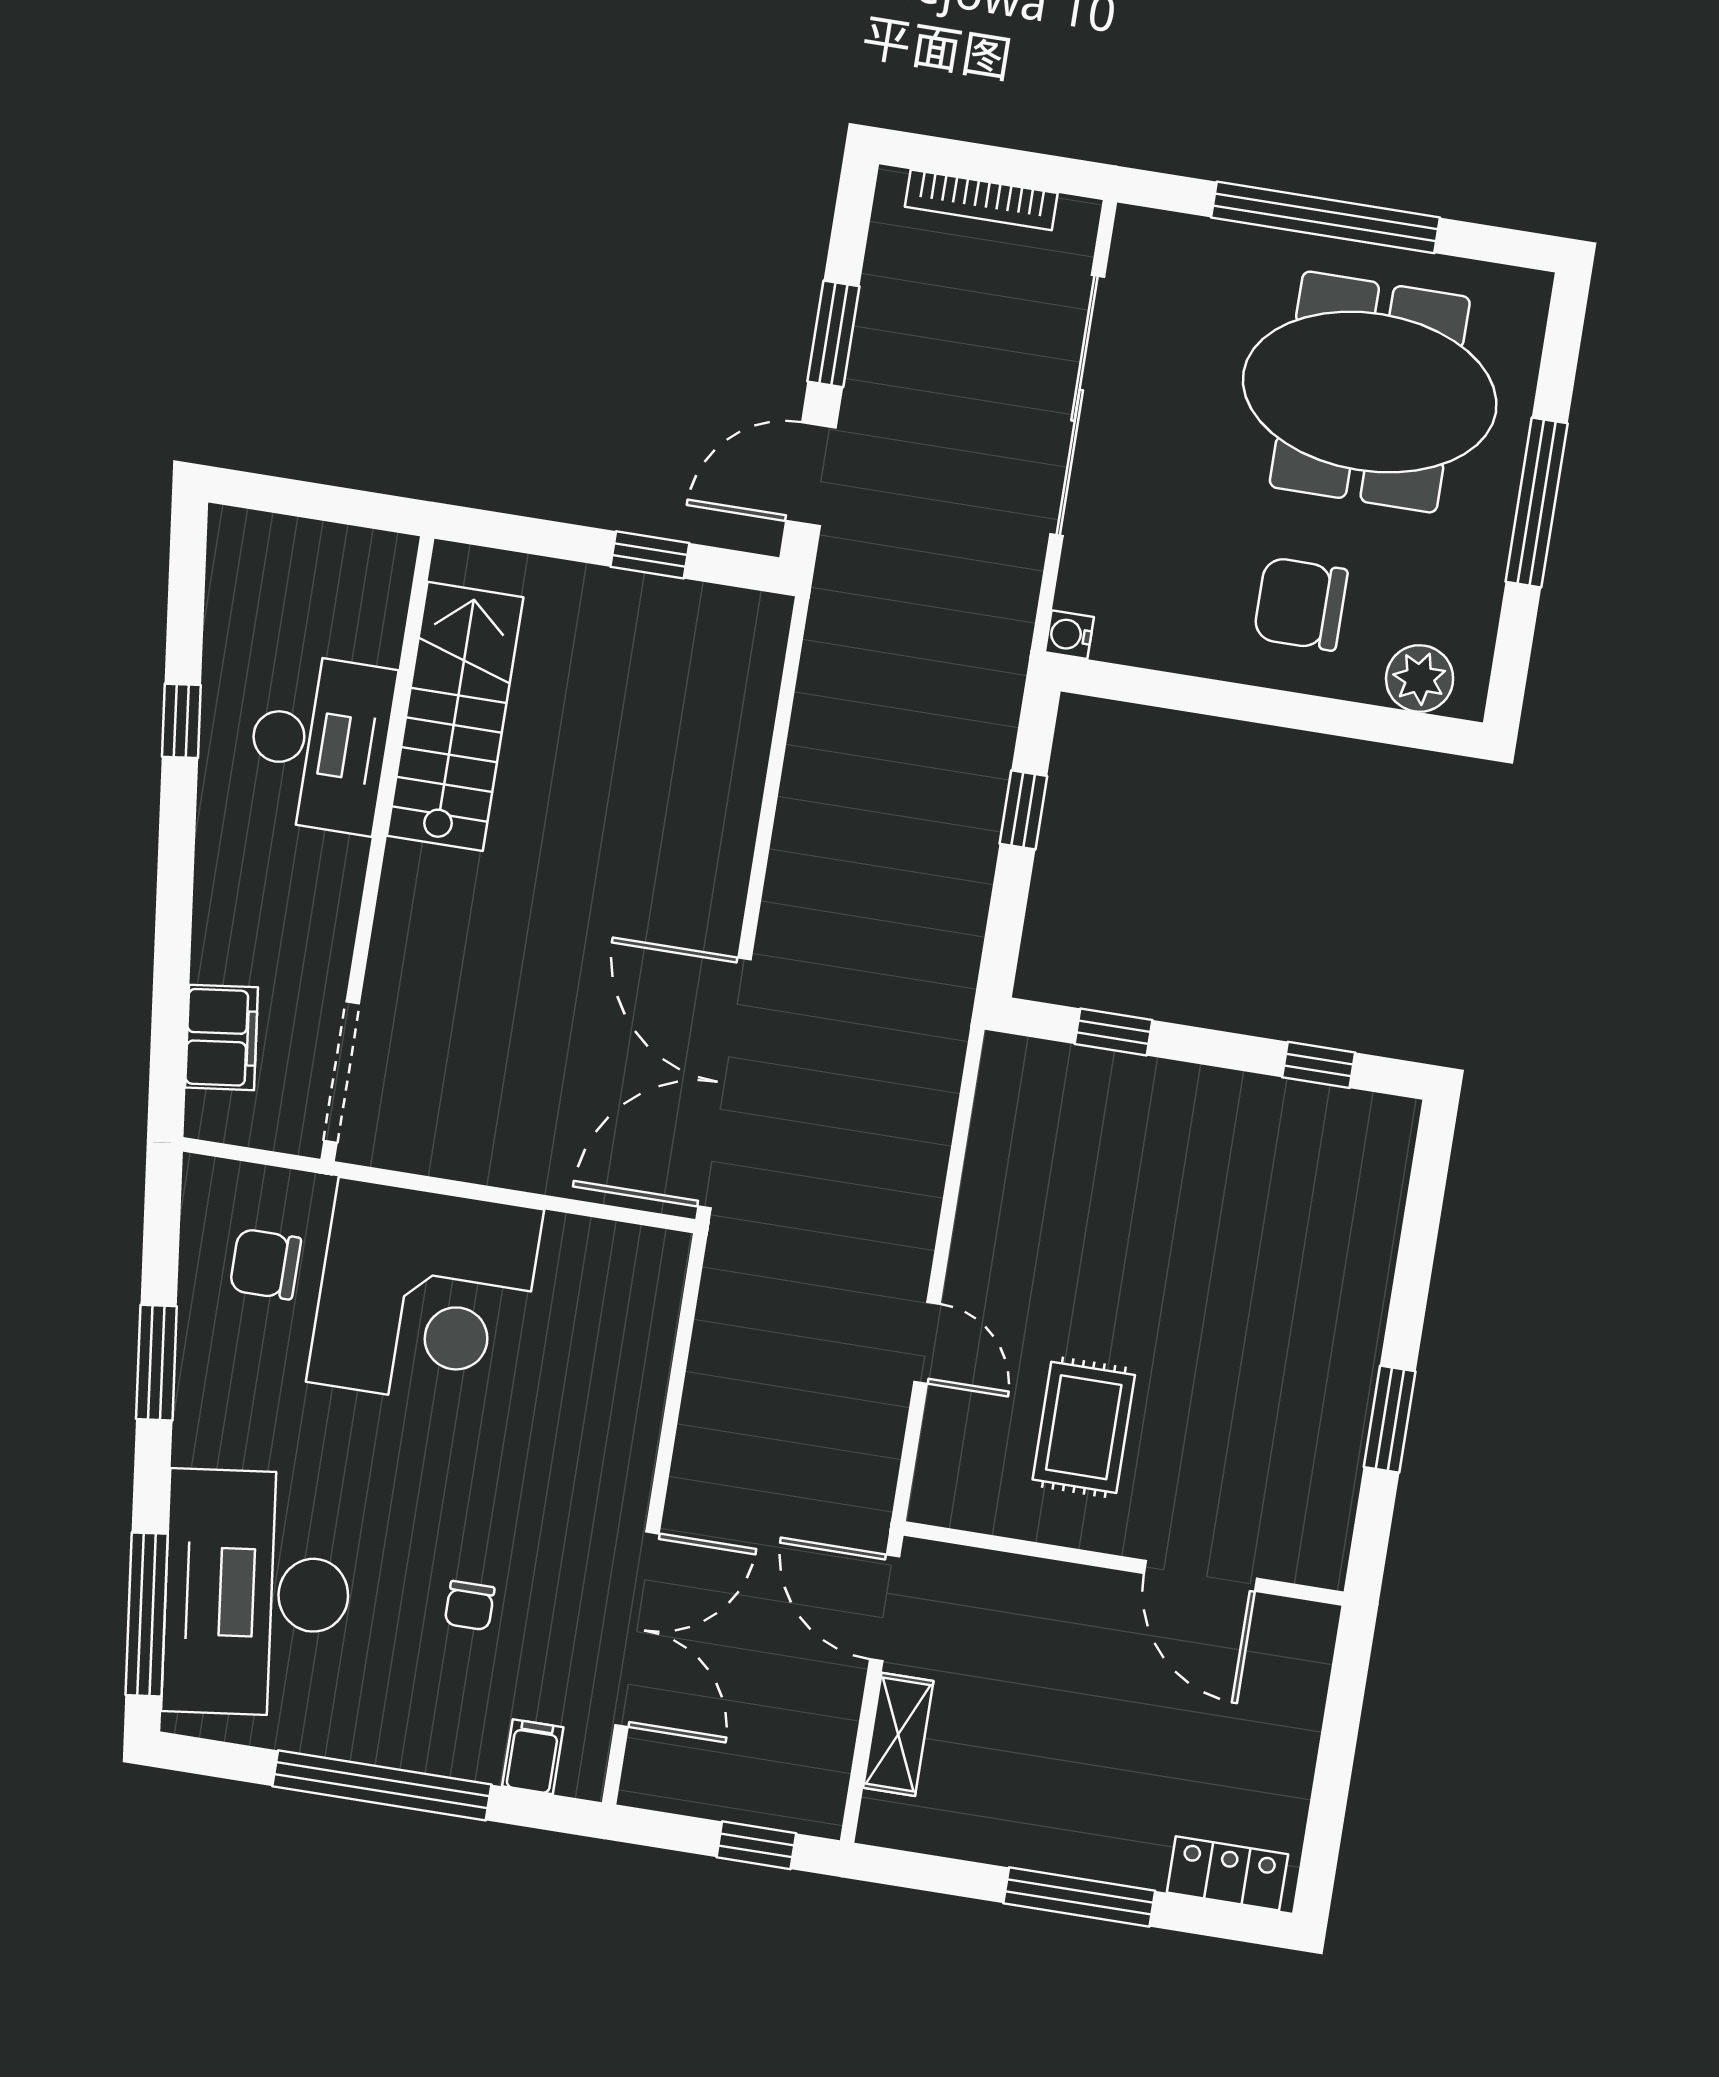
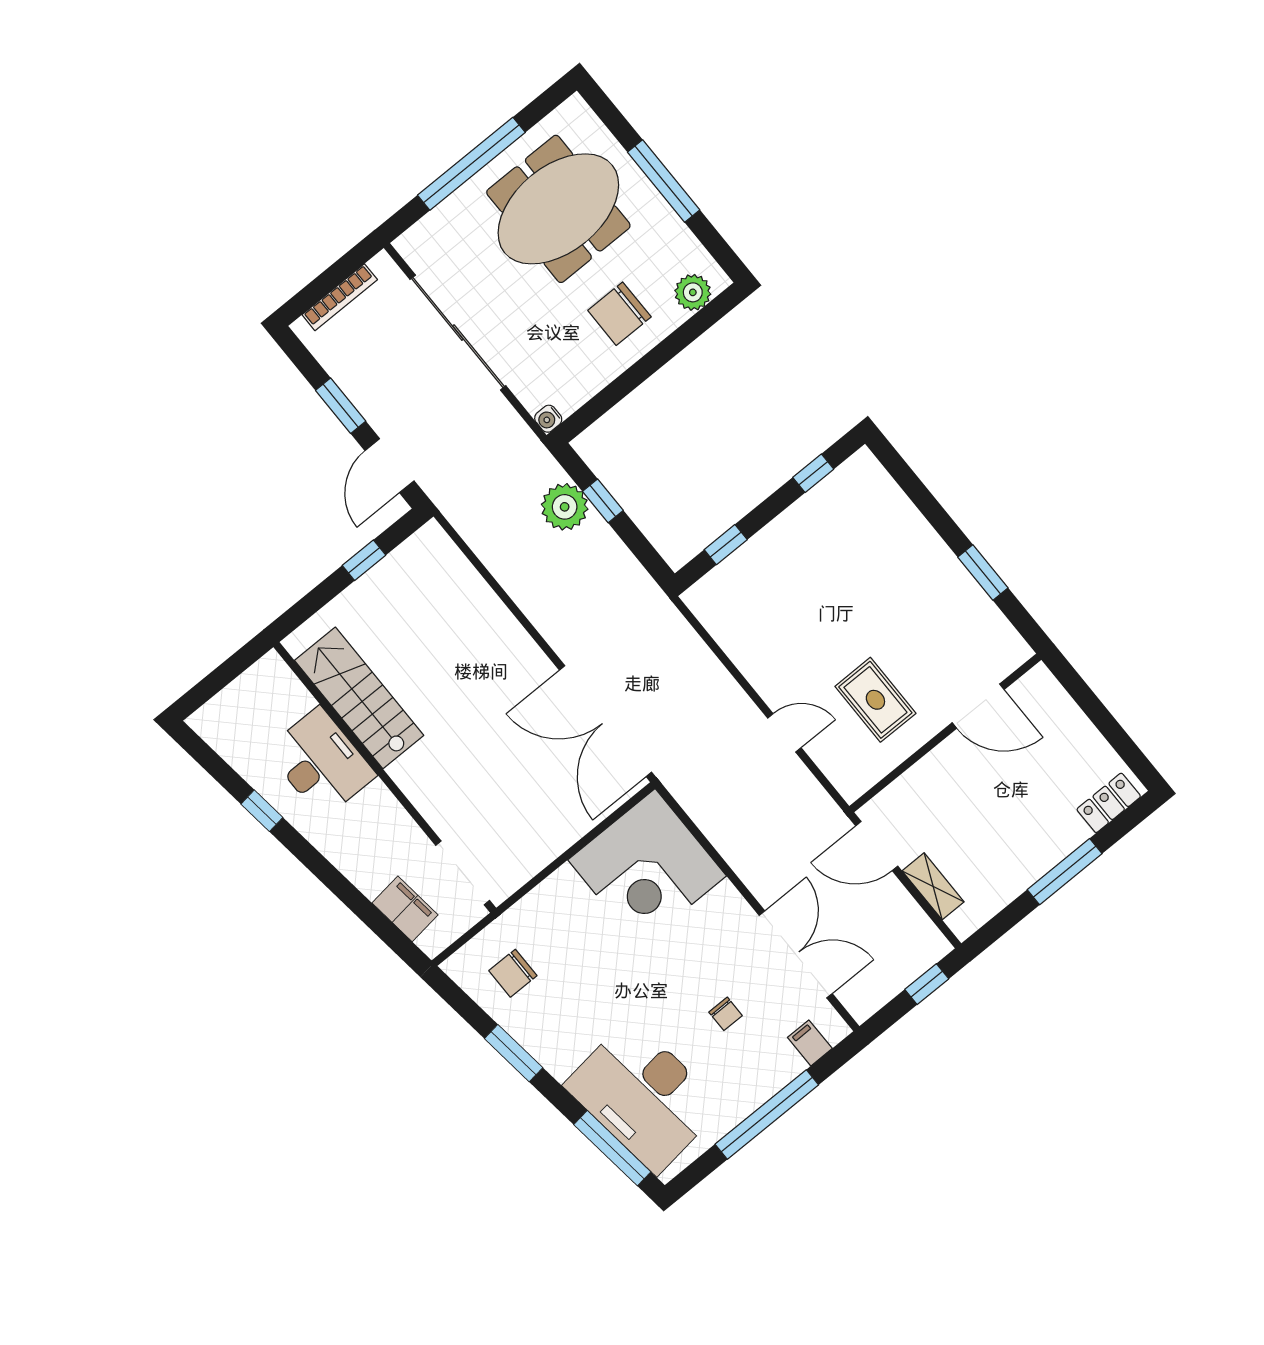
plant: (968, 765) -> (565, 507), added
corner desk: (425, 1296) -> (647, 868), moved, turned 90

